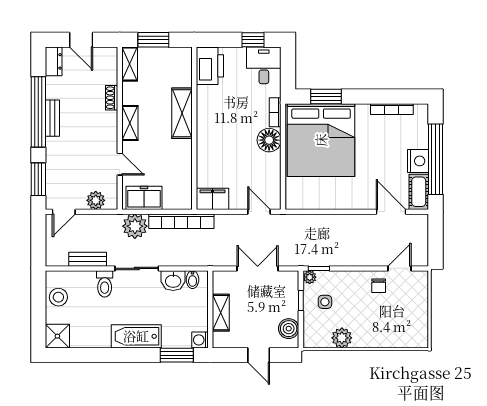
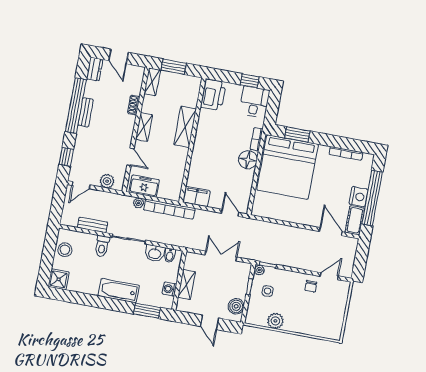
window: (38, 179) -> (66, 157), width x0.67
plant: (135, 226) -> (139, 203), width x0.53, depth x0.53
washing machine: (200, 340) -> (169, 289), moved

